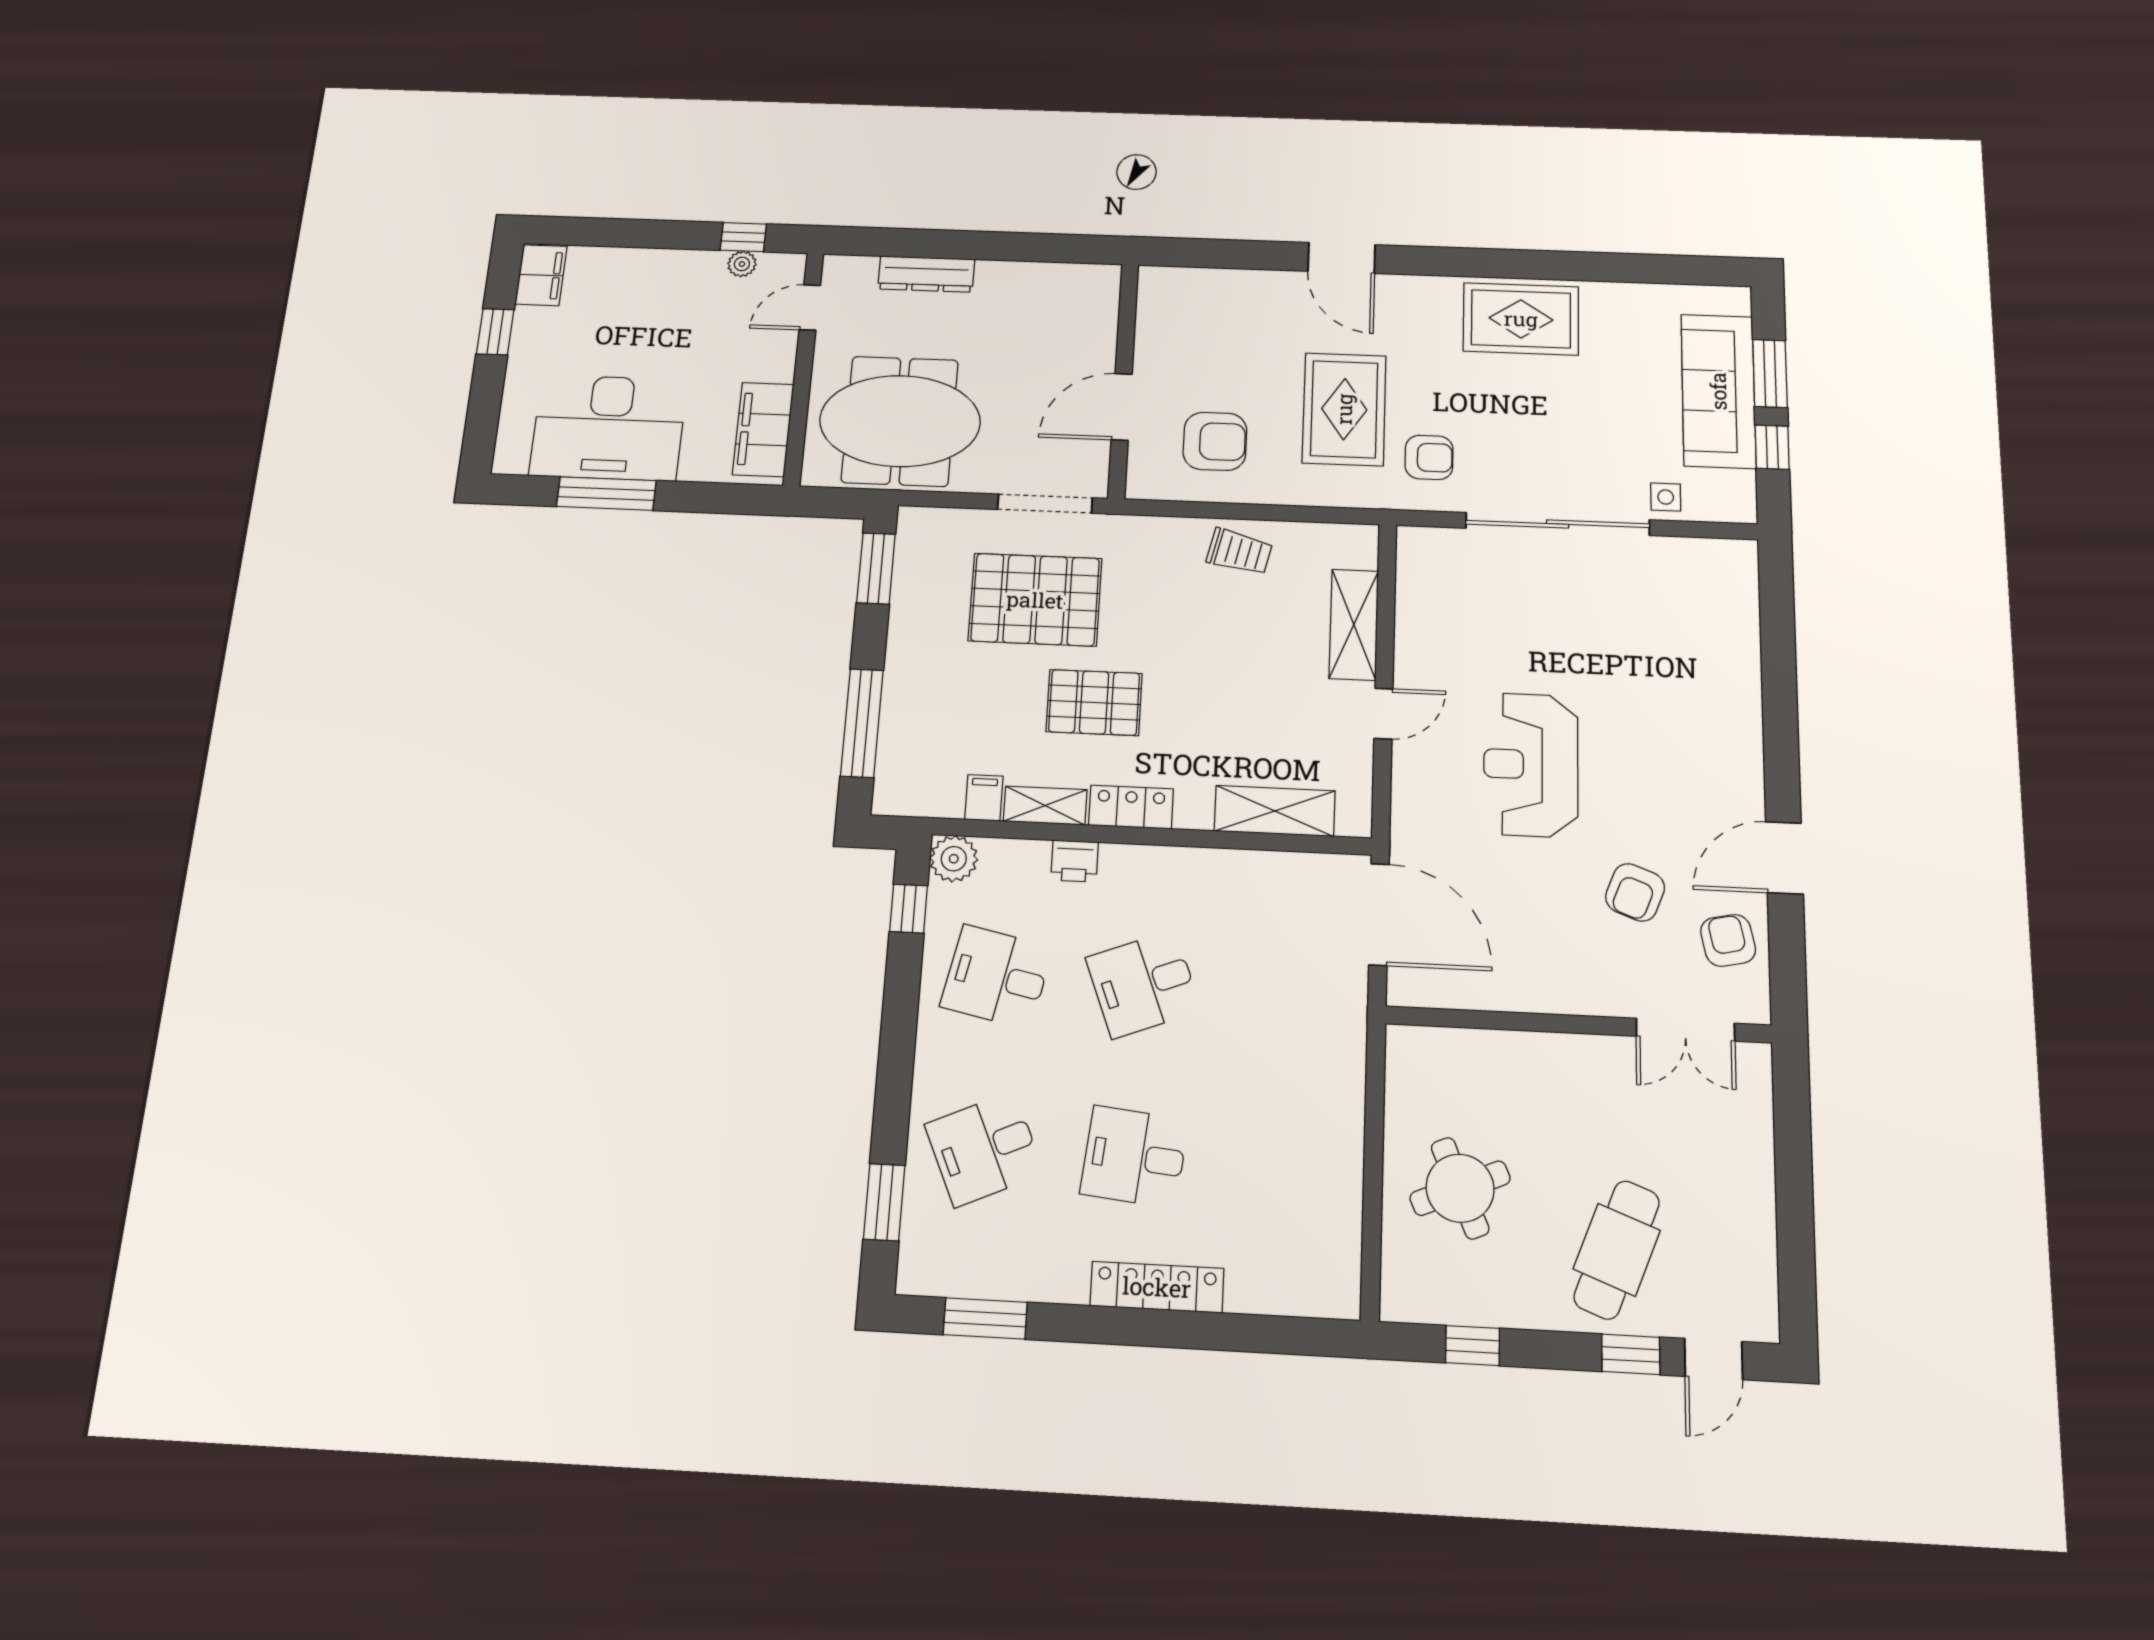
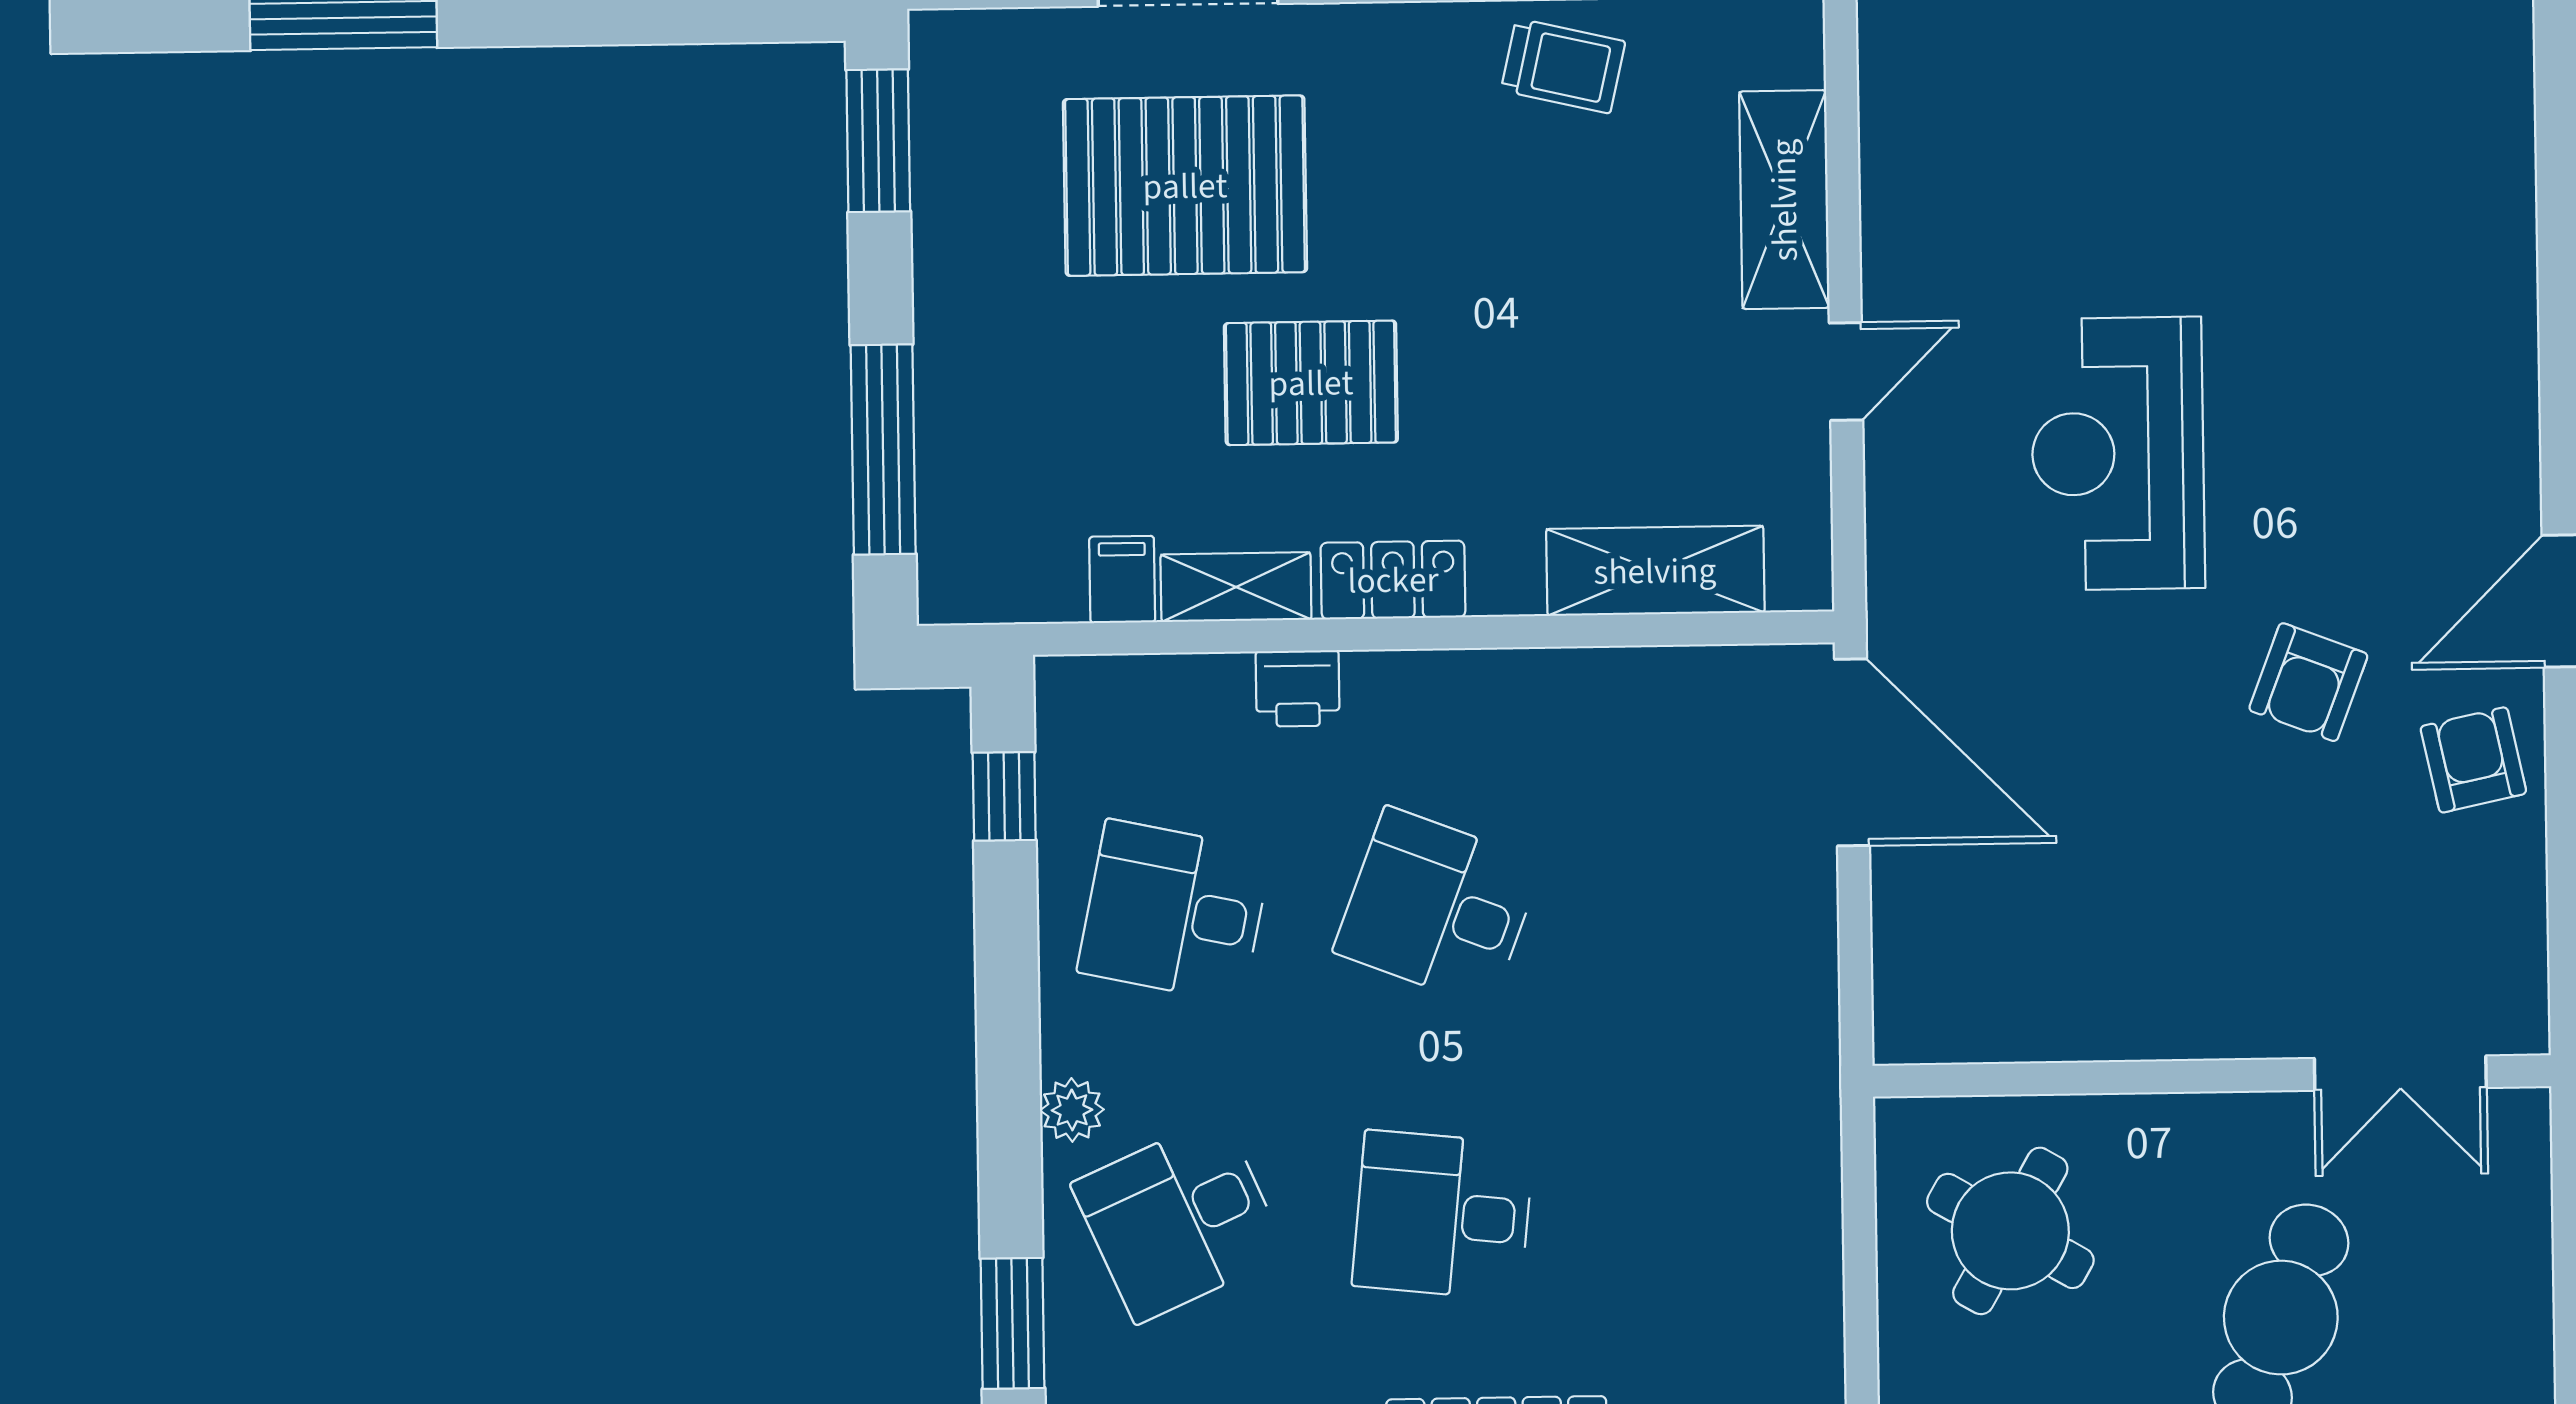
plant: (954, 859) -> (1072, 1110), moved, width x0.73, depth x0.73
desk: (1143, 984) -> (1438, 907), turned 42
wall: (1578, 1024) -> (2212, 1076), moved
double door: (1685, 1030) -> (2400, 1073), moved
round table: (1460, 1188) -> (2010, 1231), turned -37

